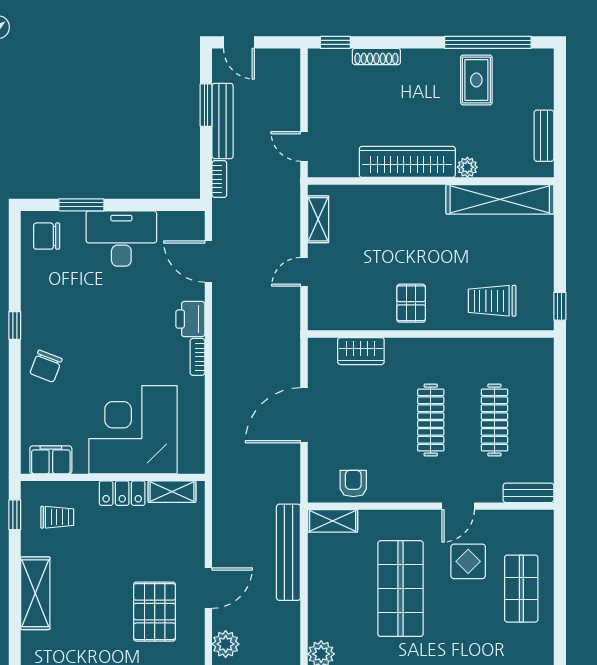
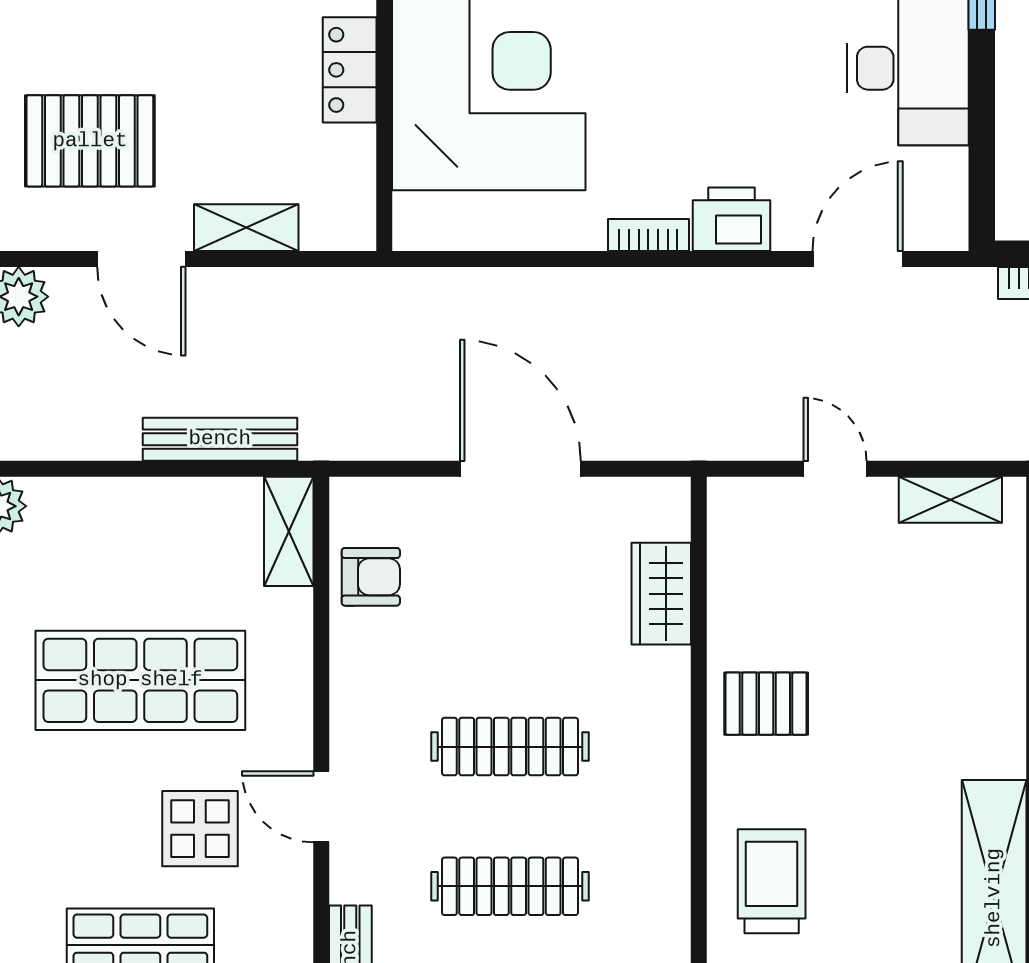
shelving: (172, 492) -> (246, 228), moved, turned 90
bench: (288, 552) -> (220, 439), width x0.73, depth x0.82

